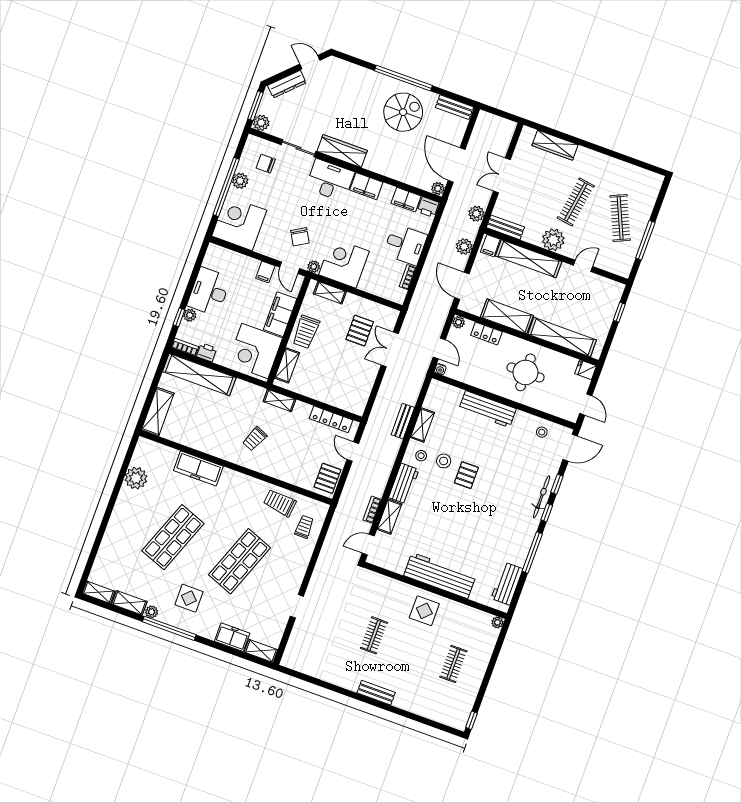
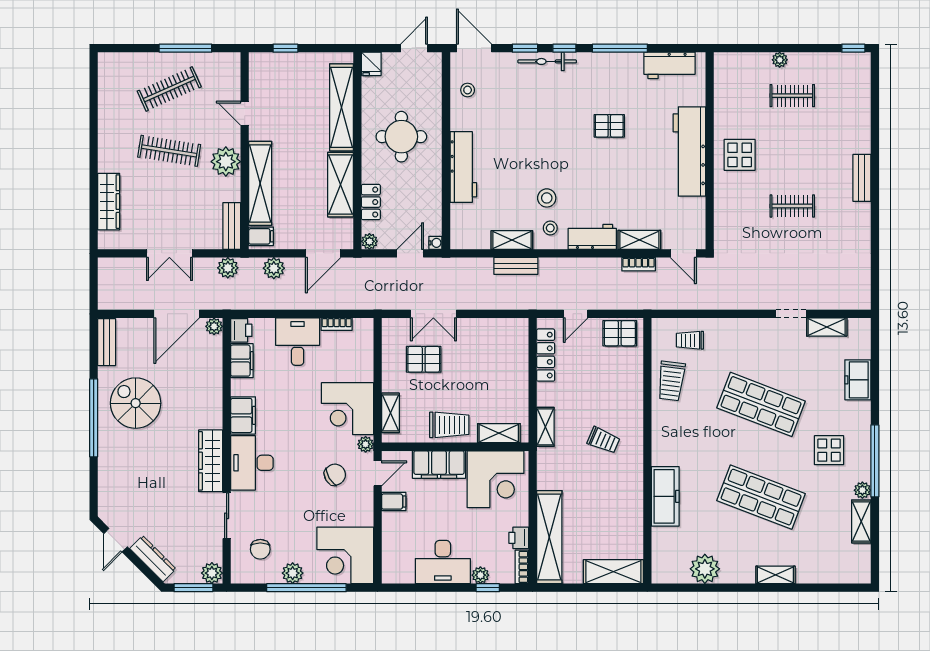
pallet: (466, 475) -> (609, 126), moved
shelving: (99, 592) -> (775, 575), moved, turned 90
plant: (497, 622) -> (780, 60), moved
shelving: (261, 651) -> (827, 327), moved, turned 90

